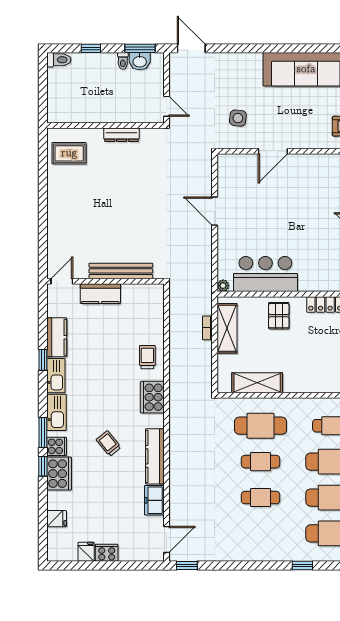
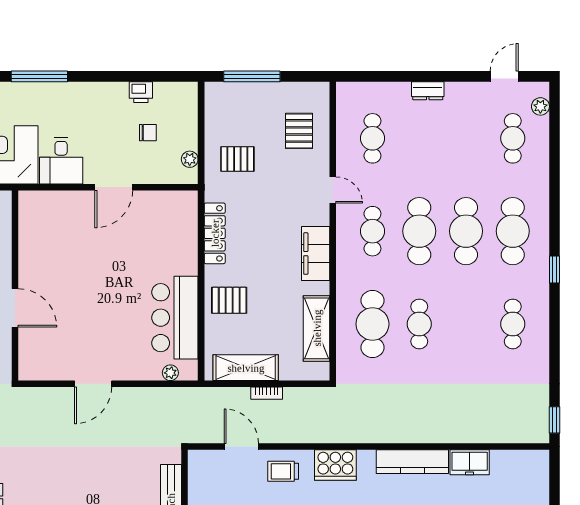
plant: (223, 286) -> (170, 373), moved
bookcase: (207, 328) -> (267, 393), moved
filing cabinet: (315, 382) -> (316, 254), added
cafe table: (261, 498) -> (513, 324), moved
door: (166, 539) -> (241, 447), moved

